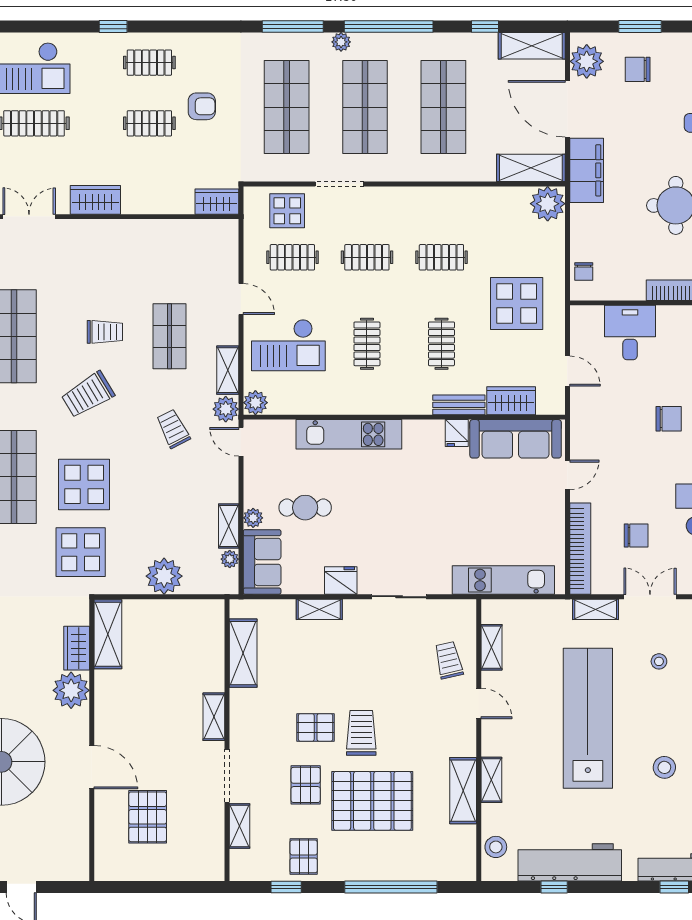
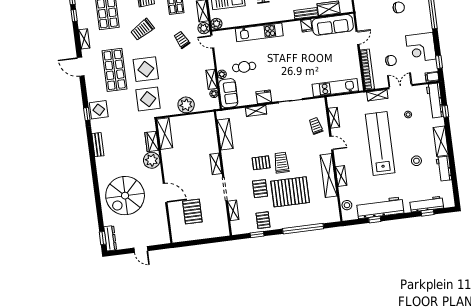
shelving: (463, 791) -> (329, 175), width x1.47

